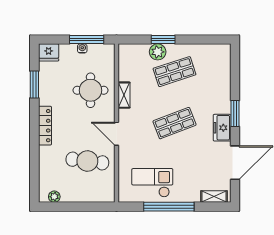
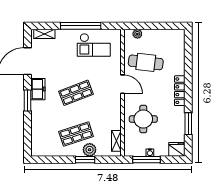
shelving: (124, 95) -> (116, 141), moved
plant: (54, 197) -> (137, 34), moved

